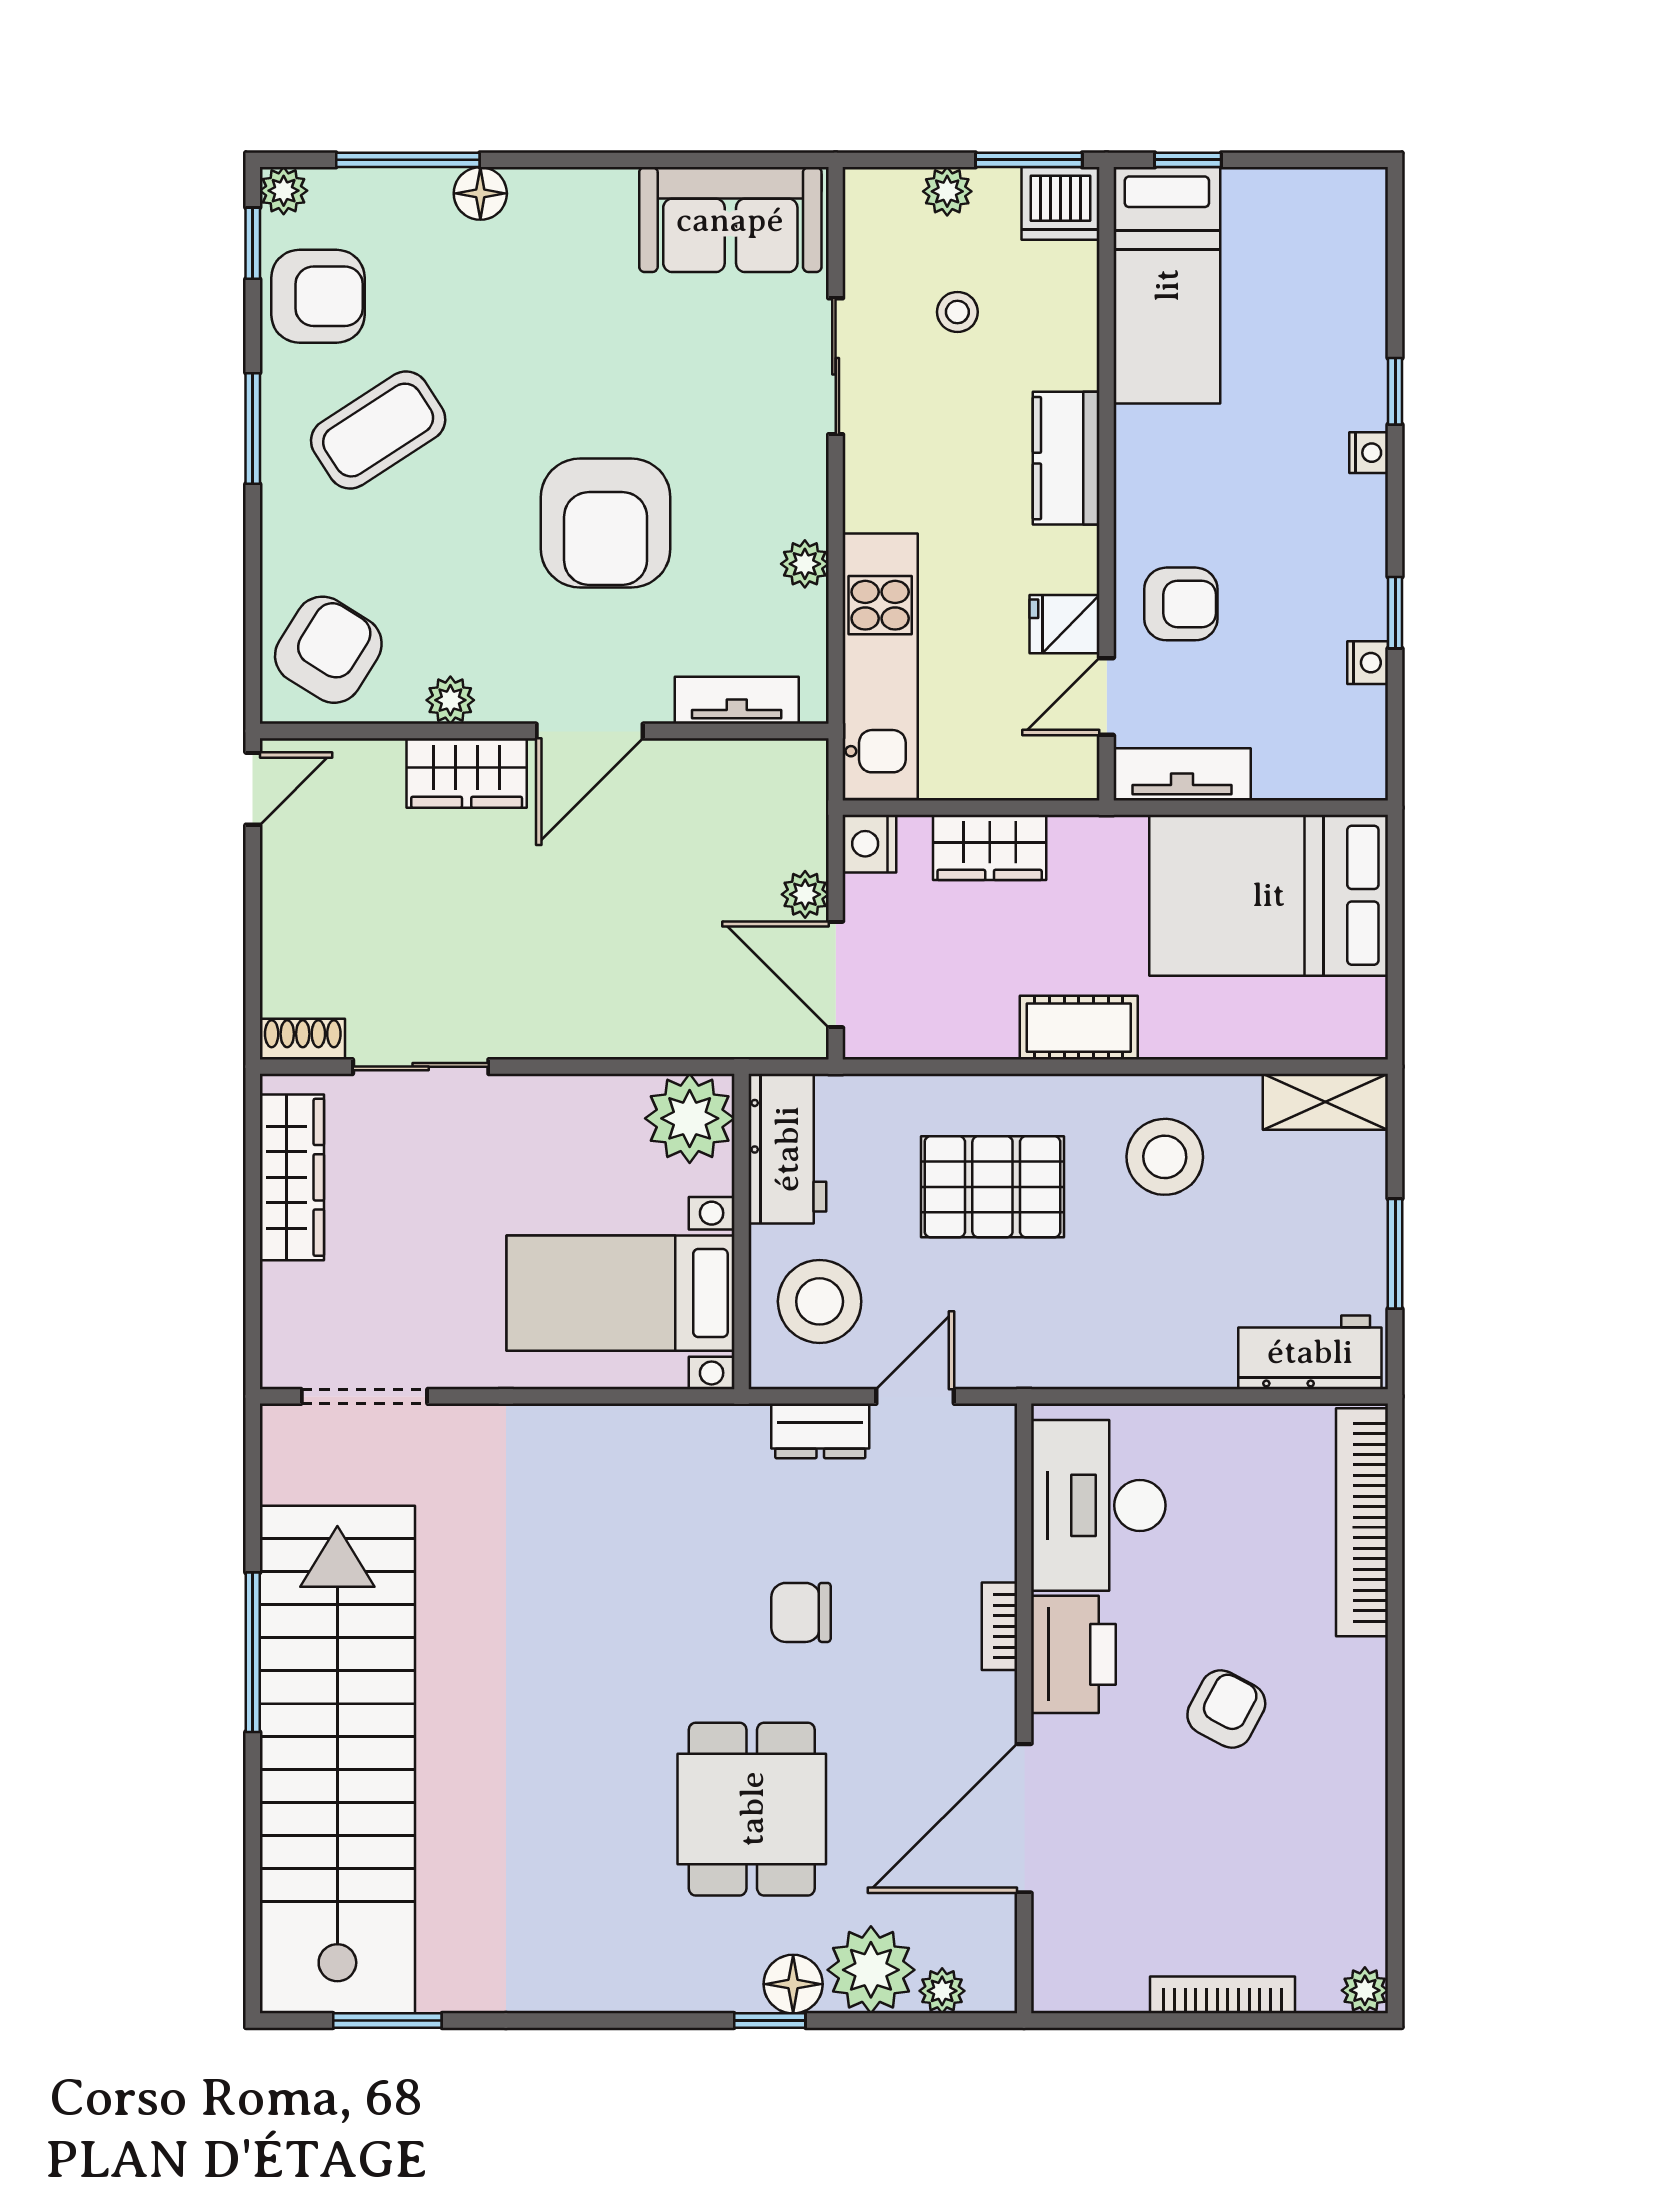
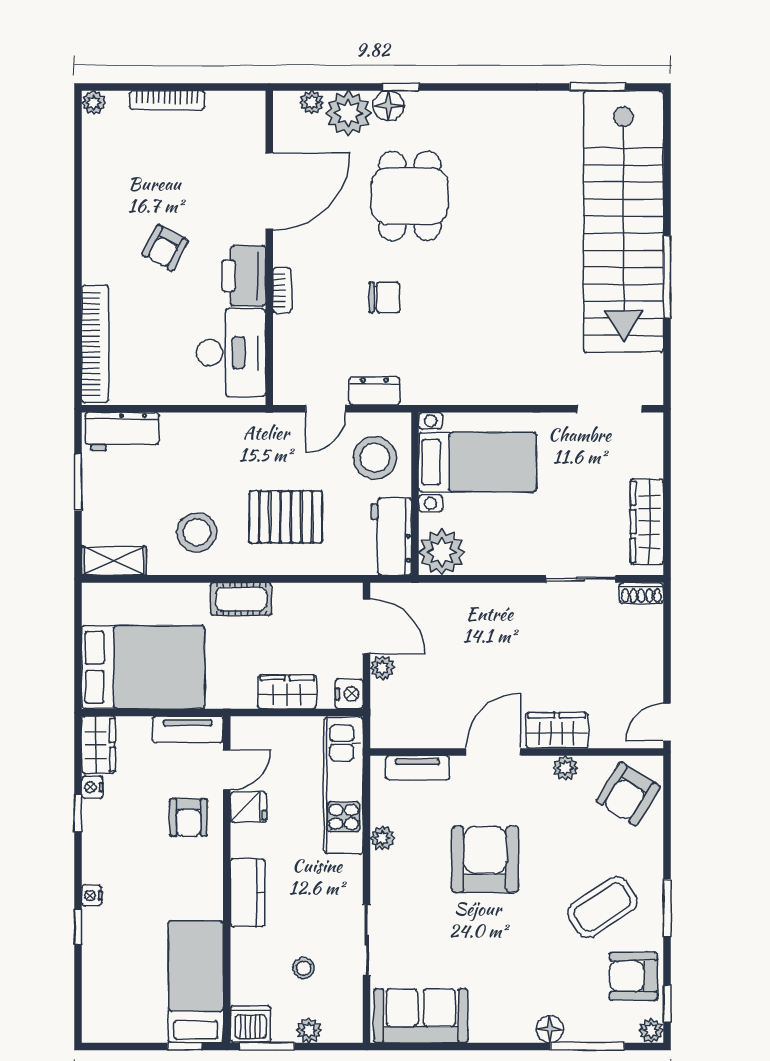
armchair: (1181, 604) -> (188, 817), turned -90
wardrobe: (1356, 745) -> (98, 745), added

